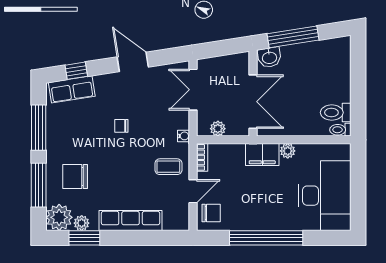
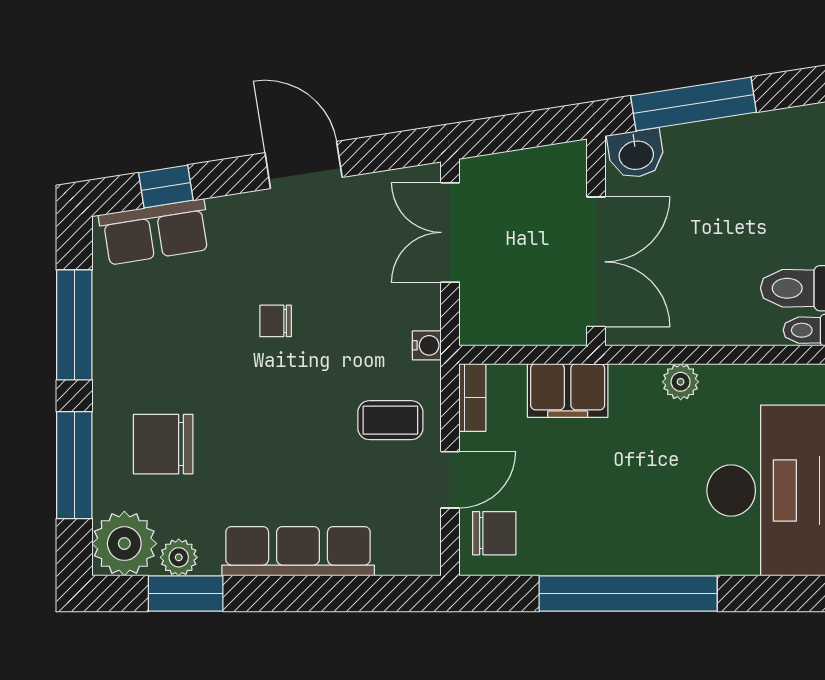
plant: (218, 129) -> (511, 327), removed
filing cabinet: (262, 155) -> (568, 390), moved

